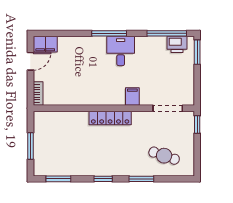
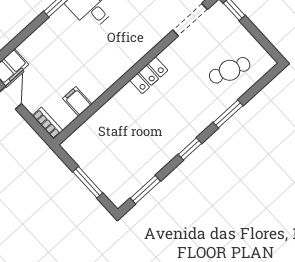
filing cabinet: (132, 96) -> (77, 101), moved
locker: (110, 118) -> (149, 75), width x0.66

